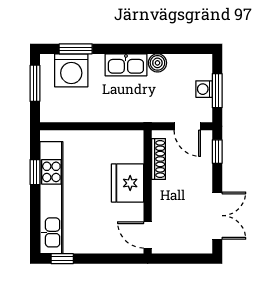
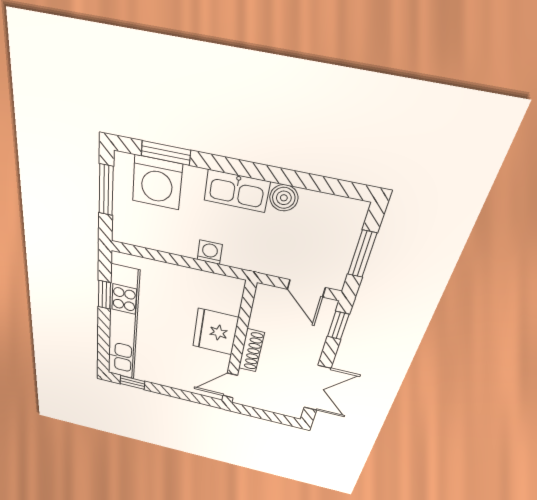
washing machine: (204, 89) -> (210, 252), moved, turned 90
shoe rack: (159, 159) -> (251, 351), moved
door: (148, 235) -> (230, 386), hinge flipped

